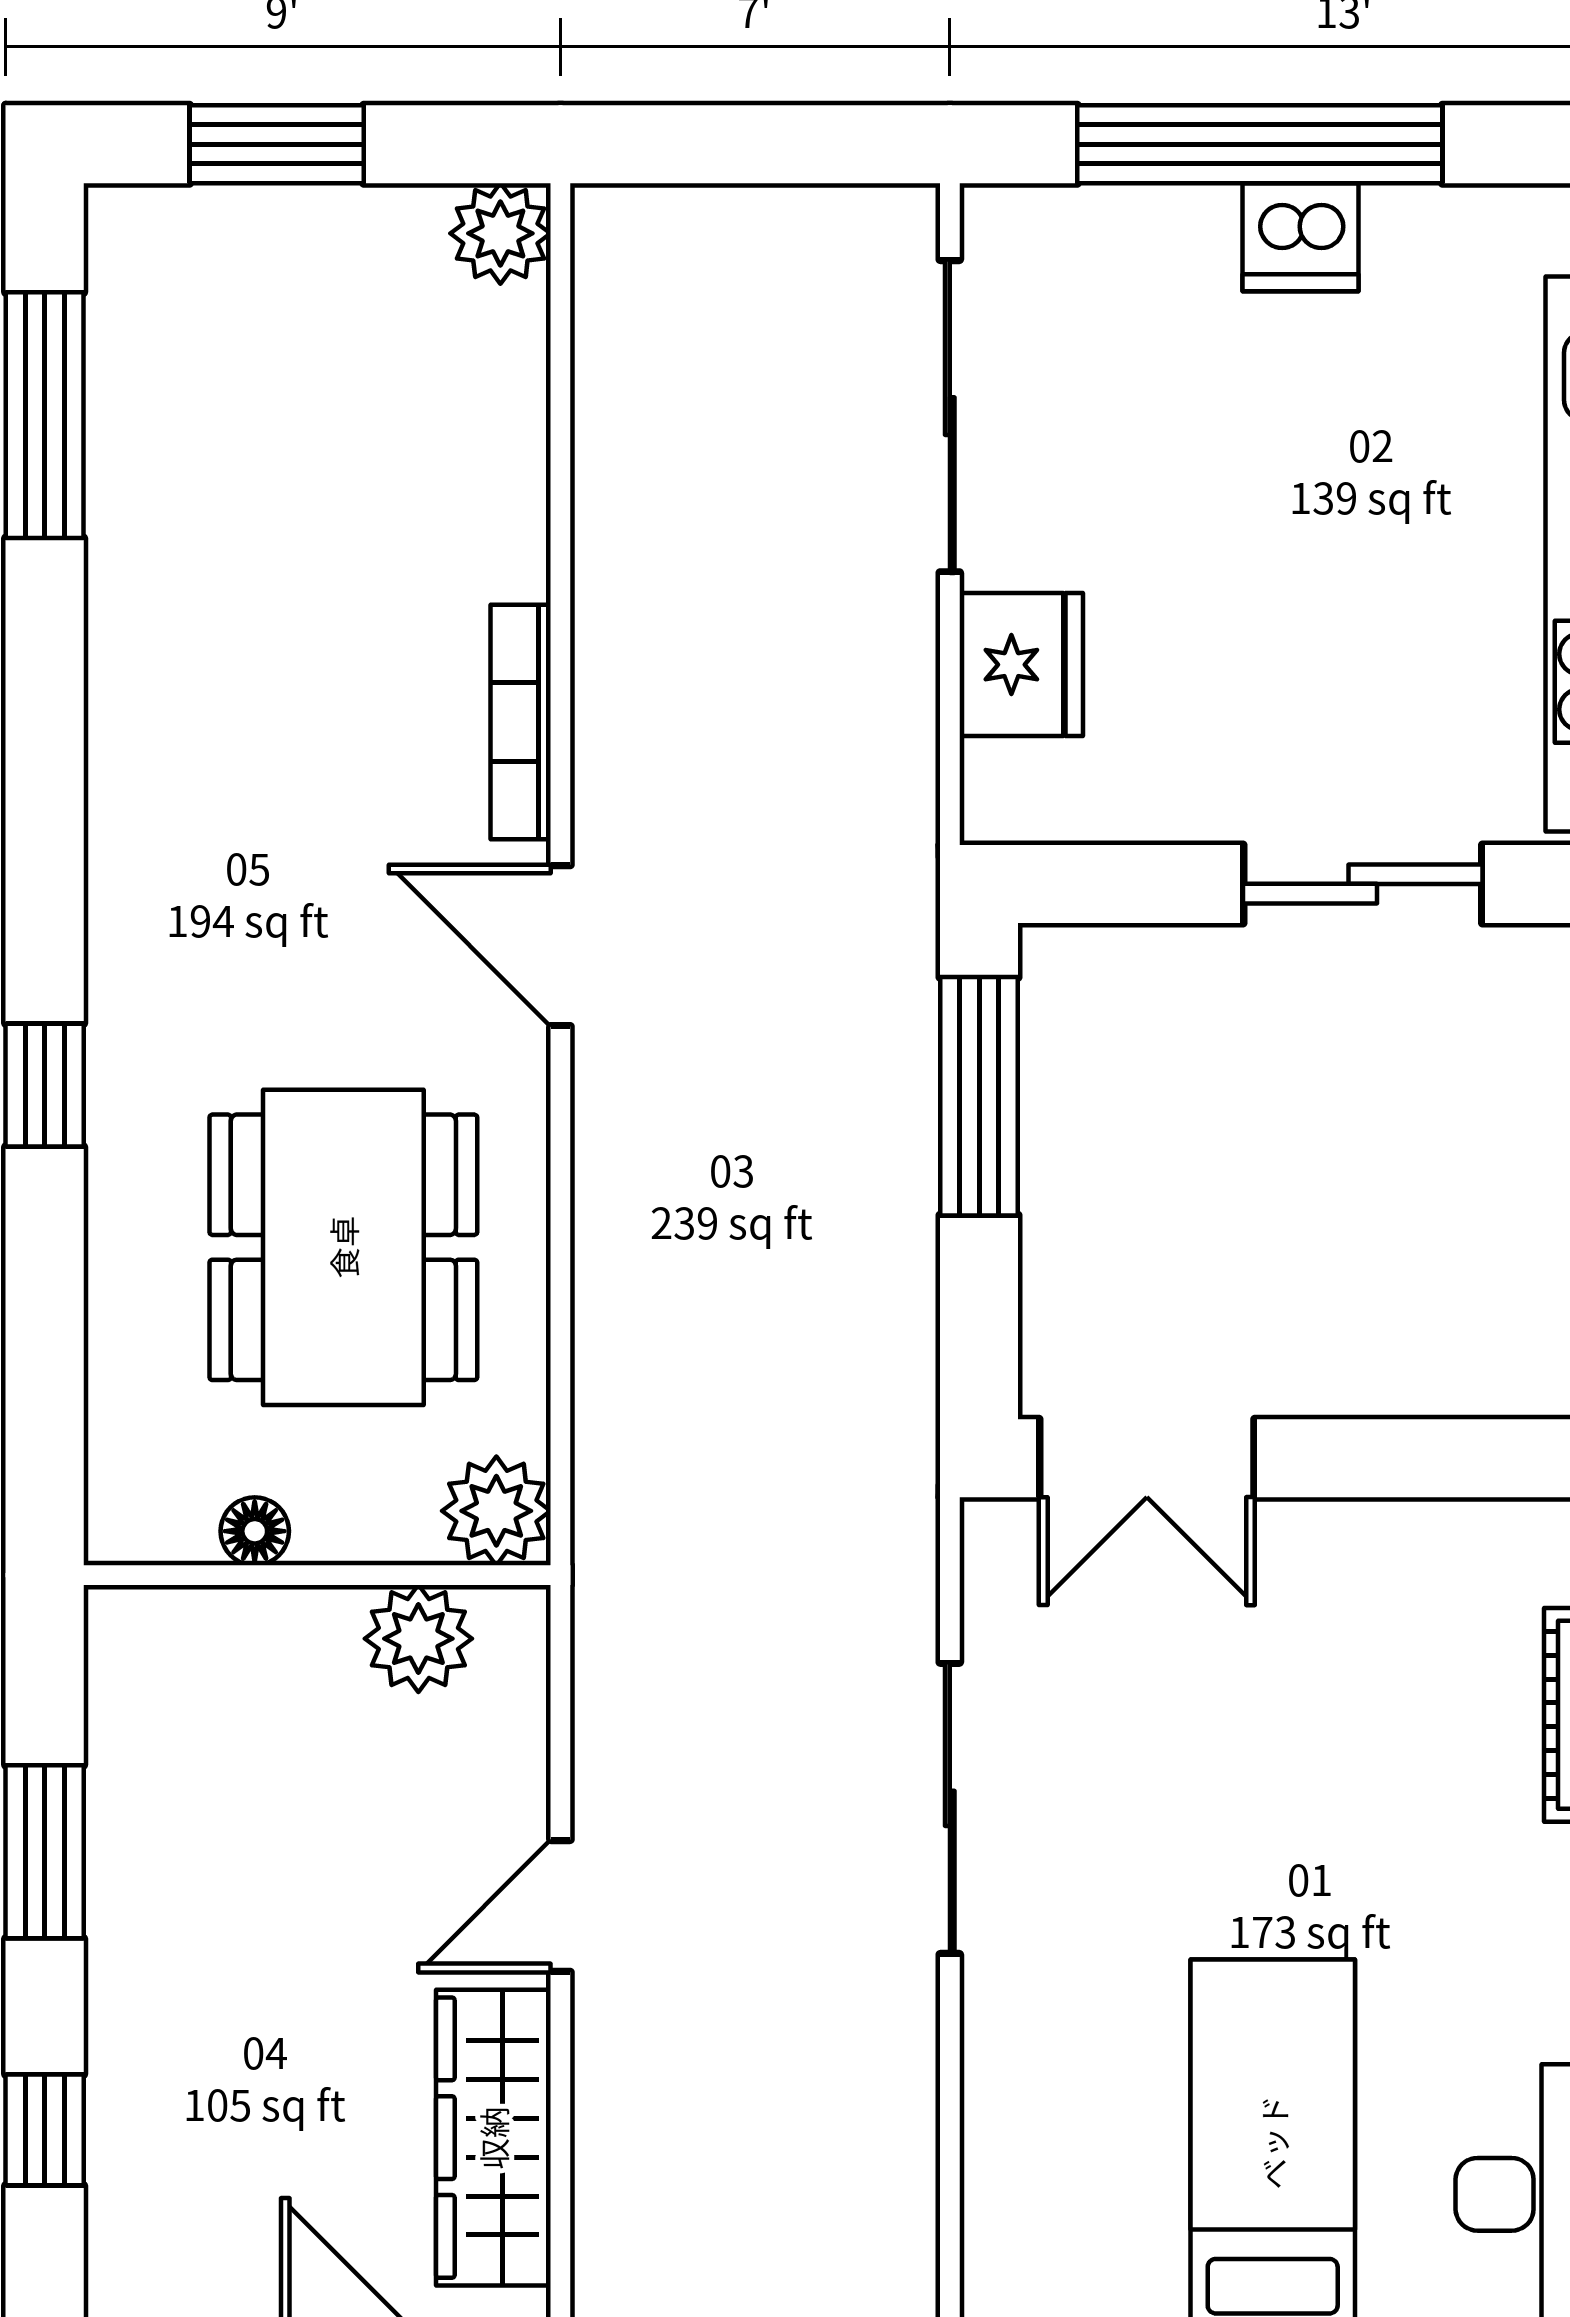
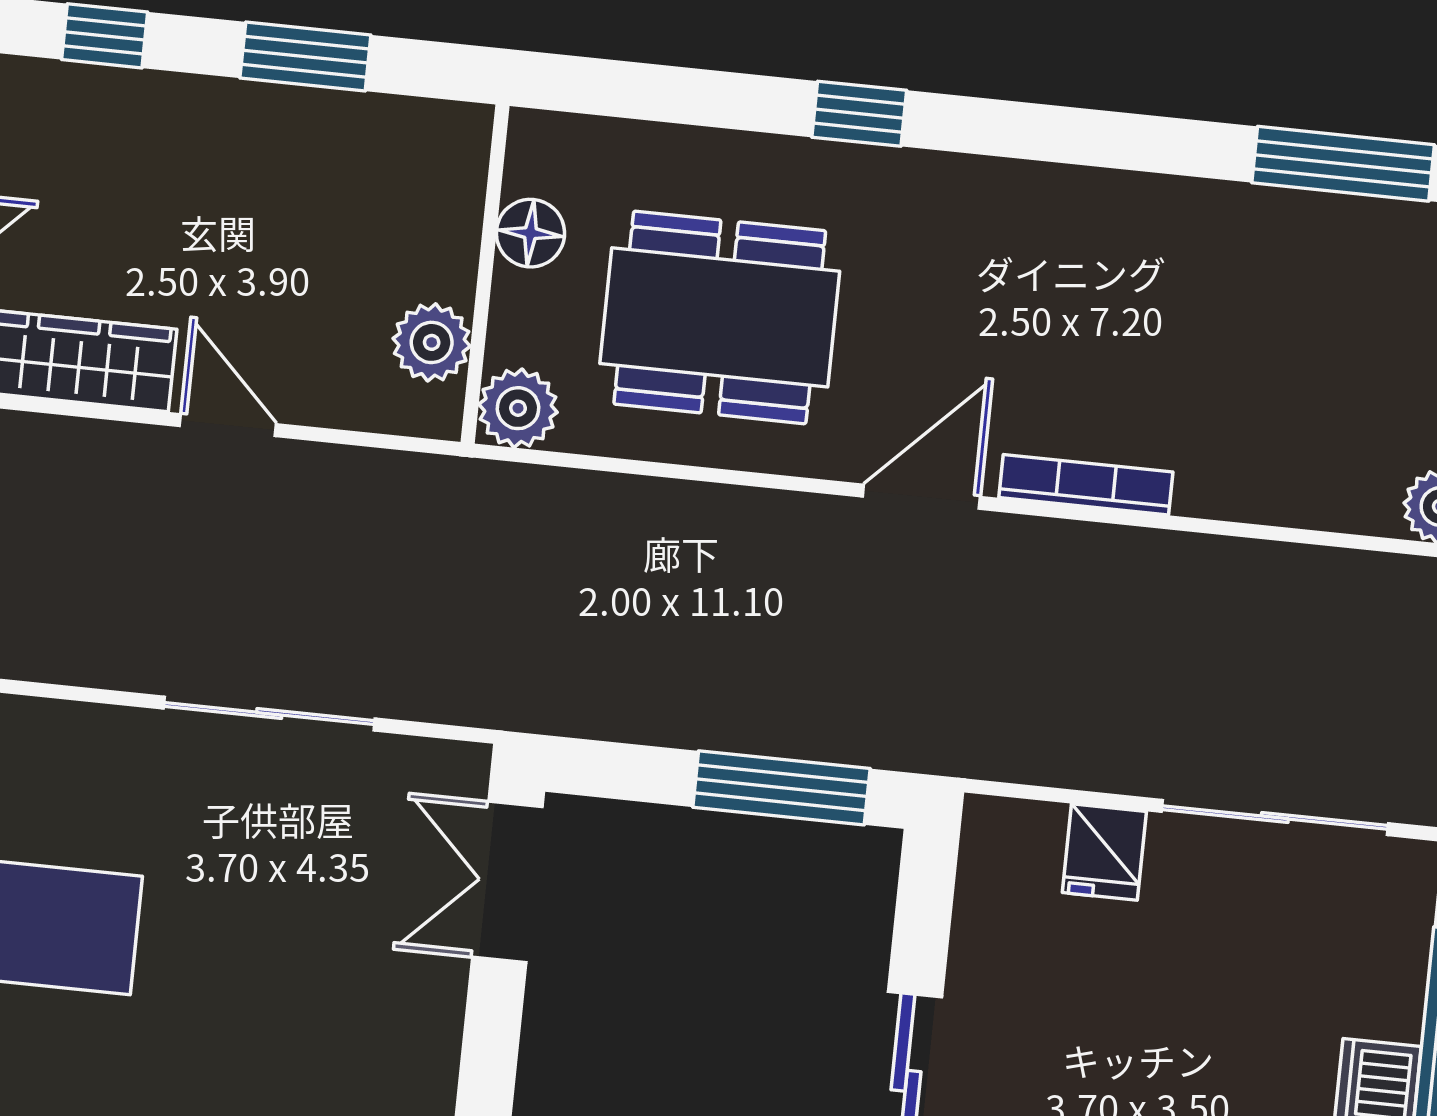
fridge: (1021, 665) -> (1104, 852), width x0.72
floor lamp: (255, 1531) -> (530, 233), width x1.37, depth x1.37

